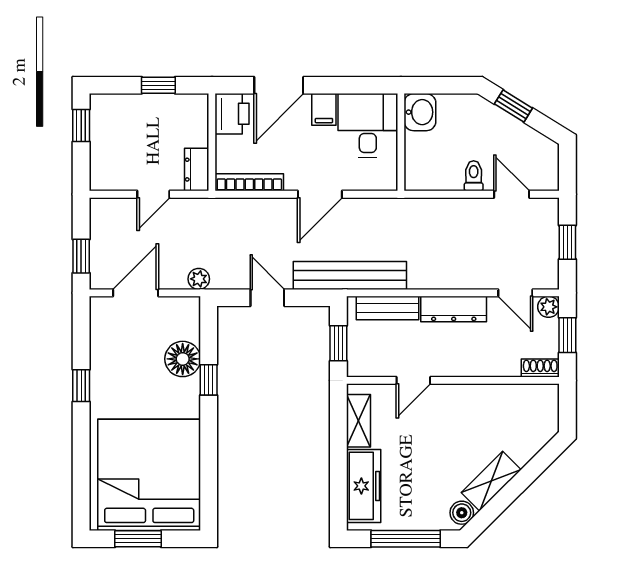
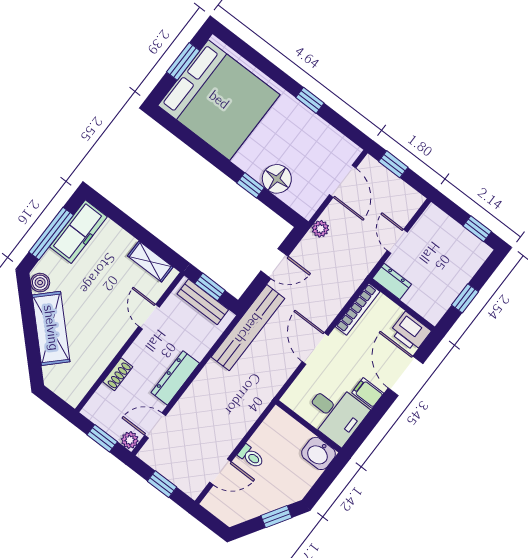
bench: (388, 308) -> (203, 302), moved, turned 90
shoe rack: (540, 368) -> (118, 374), moved
shelving: (491, 481) -> (51, 328), width x1.50, depth x1.33
freezer: (364, 486) -> (78, 232), moved, turned -90

